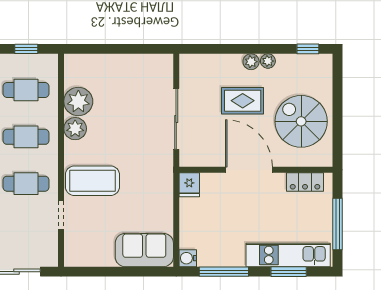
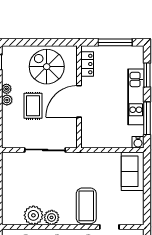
spiral stairs: (301, 121) -> (47, 67), turned 90
fridge: (189, 185) -> (89, 141), removed
kitchen unit: (288, 255) -> (136, 97), moved

